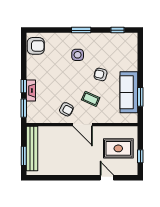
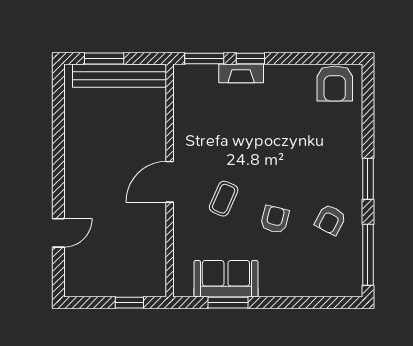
window: (117, 30) -> (368, 255), width x2.17
side table: (78, 55) -> (316, 171), removed
sofa: (129, 92) -> (226, 279), width x0.73
armchair: (66, 109) -> (330, 220), moved
rug: (118, 148) -> (120, 257), removed
window: (140, 156) -> (129, 303), moved

